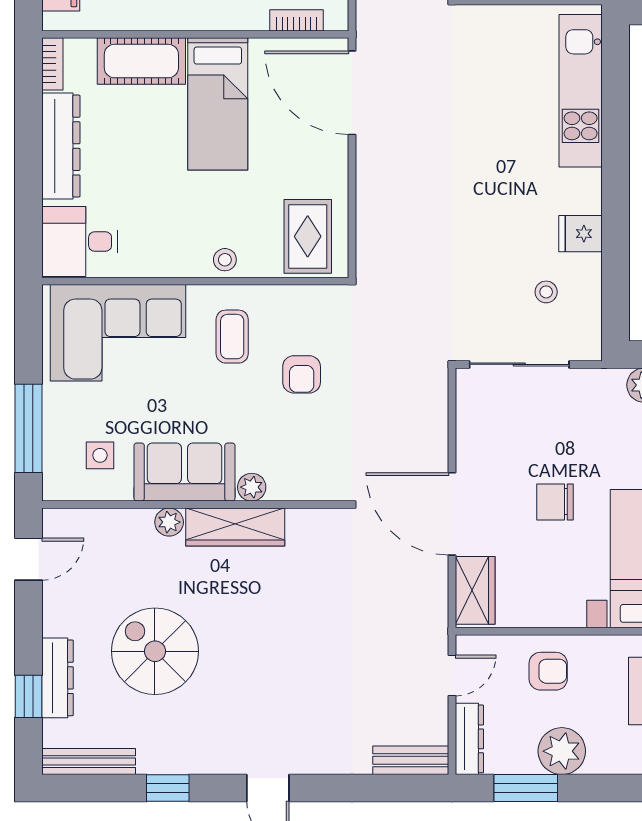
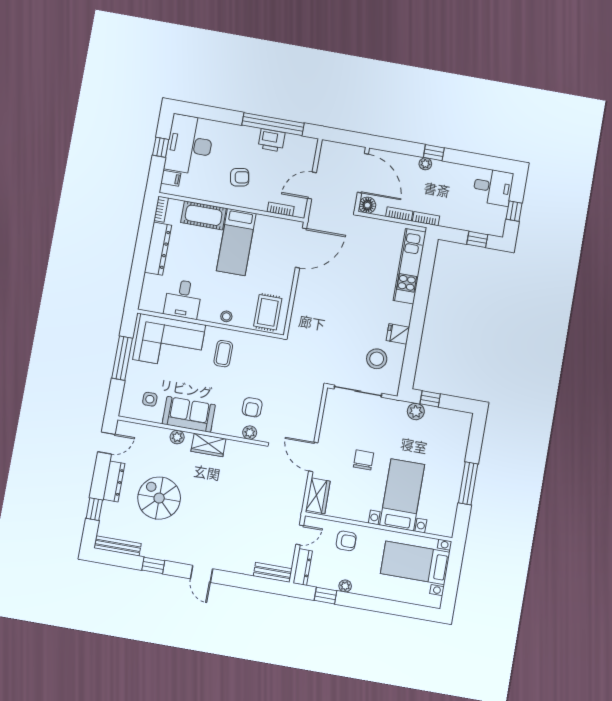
door: (352, 93) -> (301, 248), swing flipped
desk: (80, 241) -> (183, 299), moved, turned -90
stool: (546, 292) -> (377, 359), width x1.89, depth x1.89
armchair: (302, 374) -> (252, 407), moved
window: (29, 428) -> (122, 358), moved
plant: (252, 487) -> (250, 433), moved
chair: (555, 502) -> (364, 460), turned 90
door: (452, 514) -> (313, 457), width x0.73
wardrobe: (235, 527) -> (208, 445), width x0.67
dresser: (58, 678) -> (114, 481), moved
plant: (562, 751) -> (345, 586), width x0.53, depth x0.53
window: (526, 788) -> (326, 596), width x0.67

